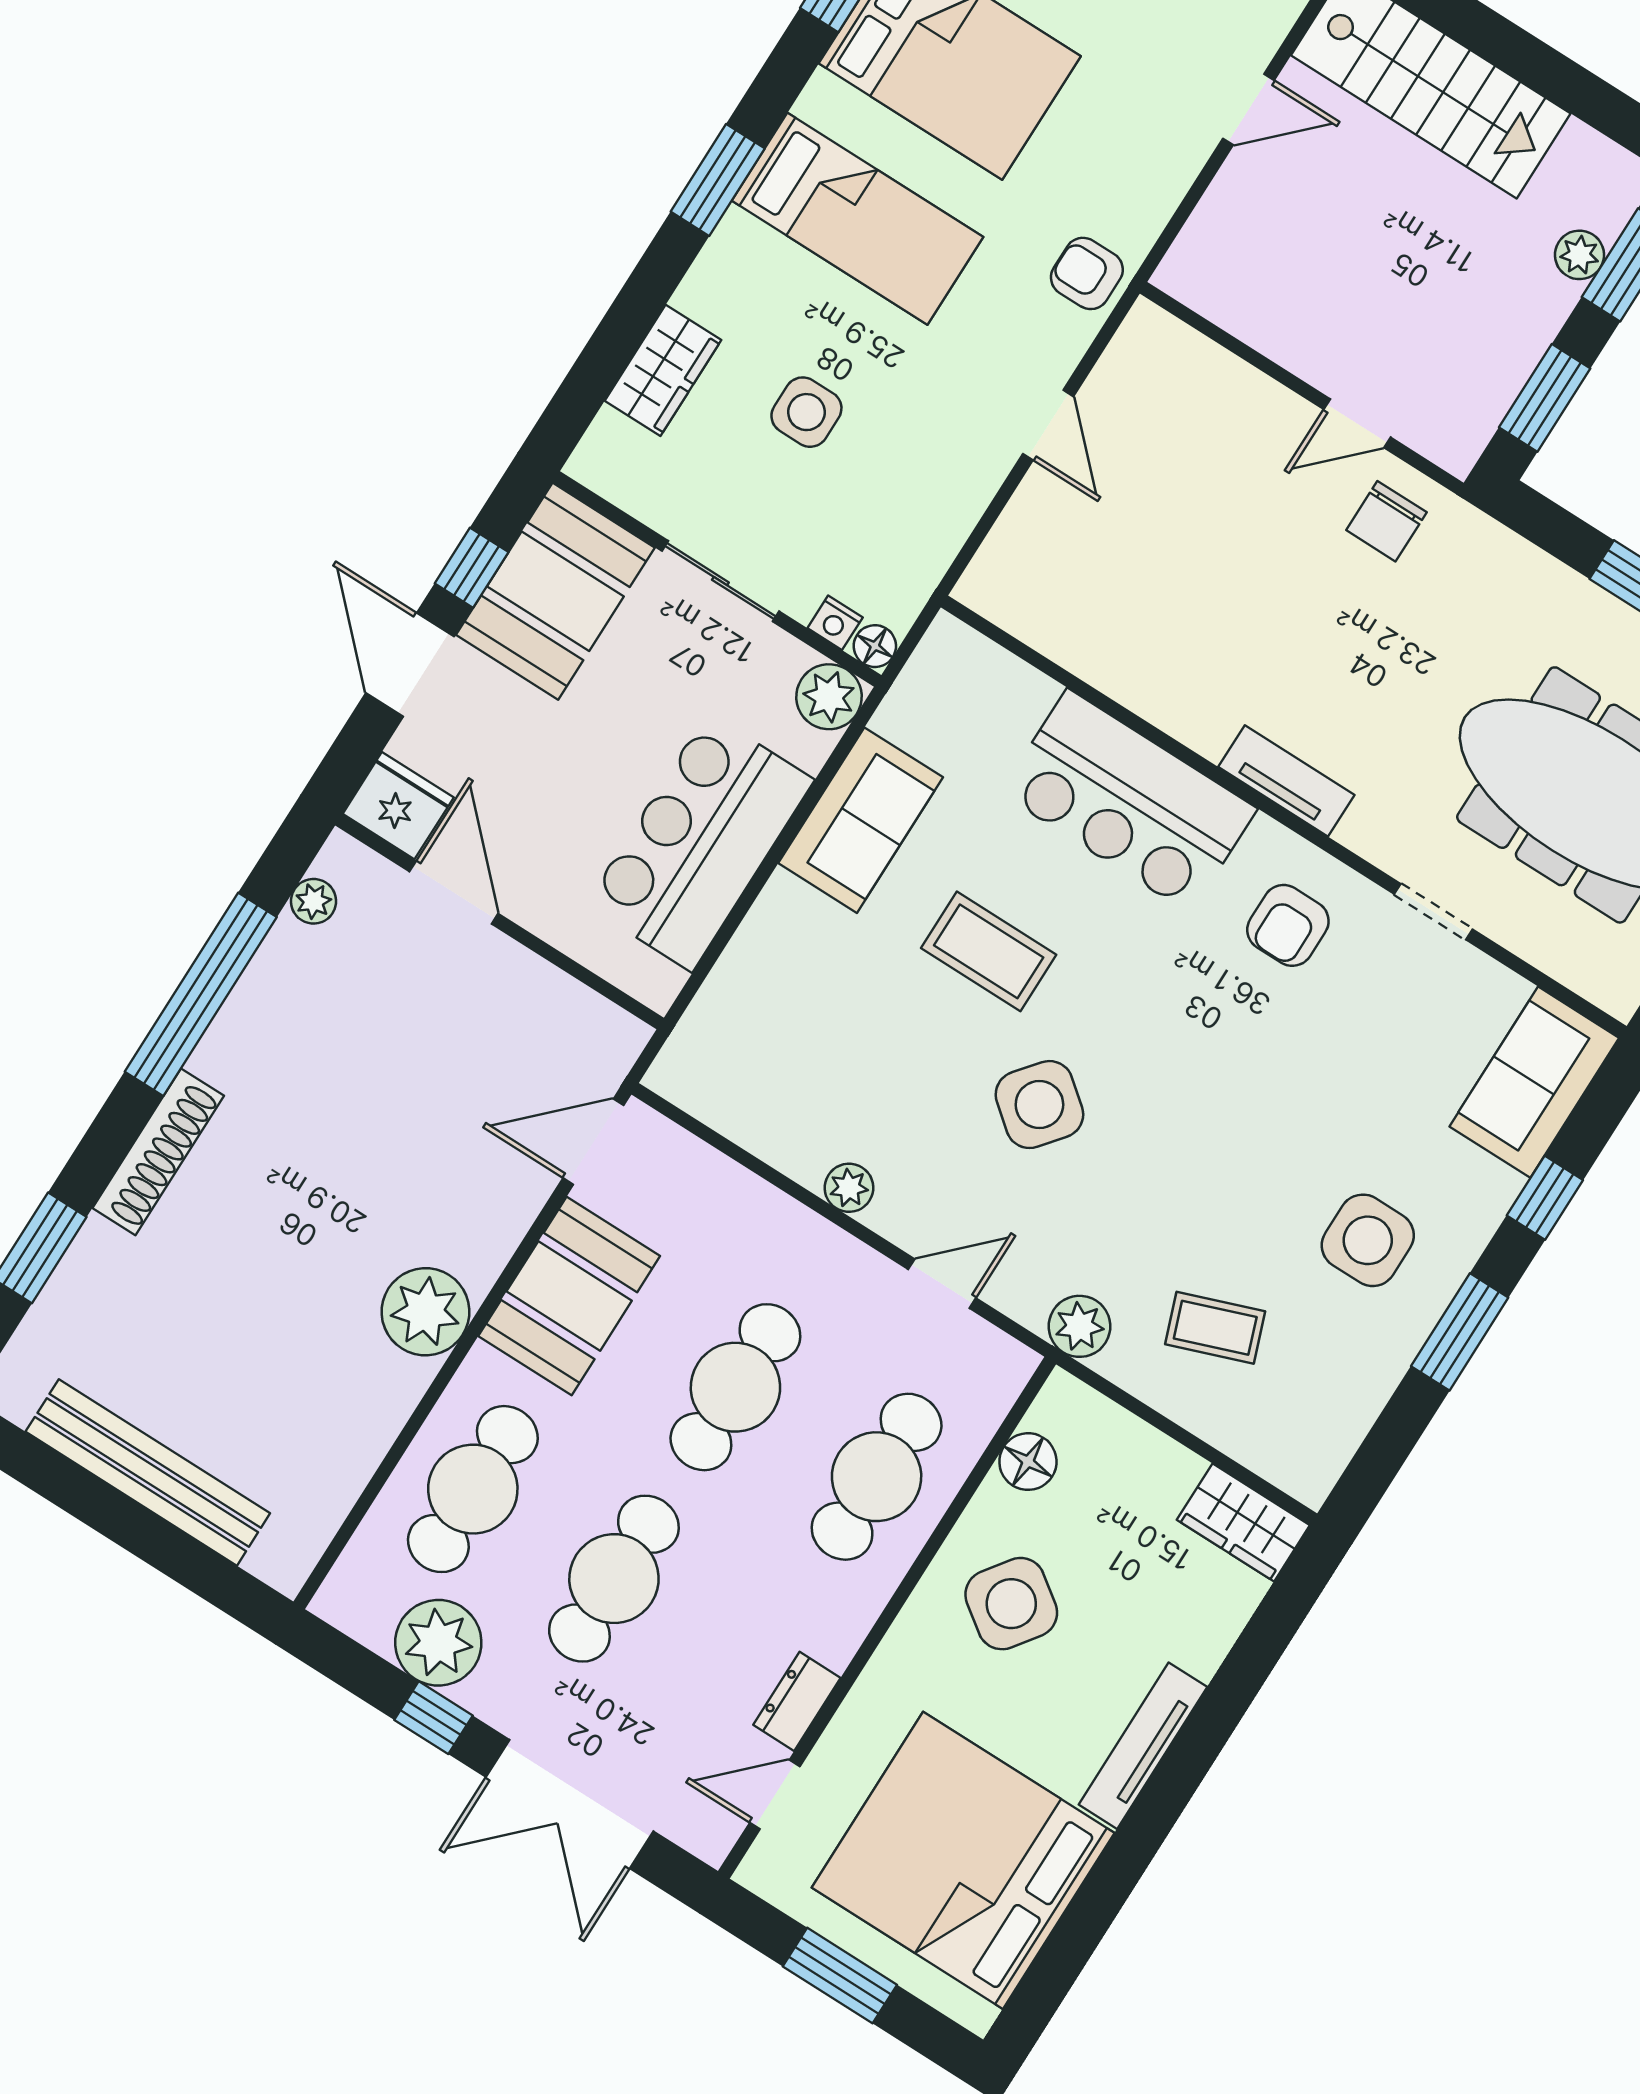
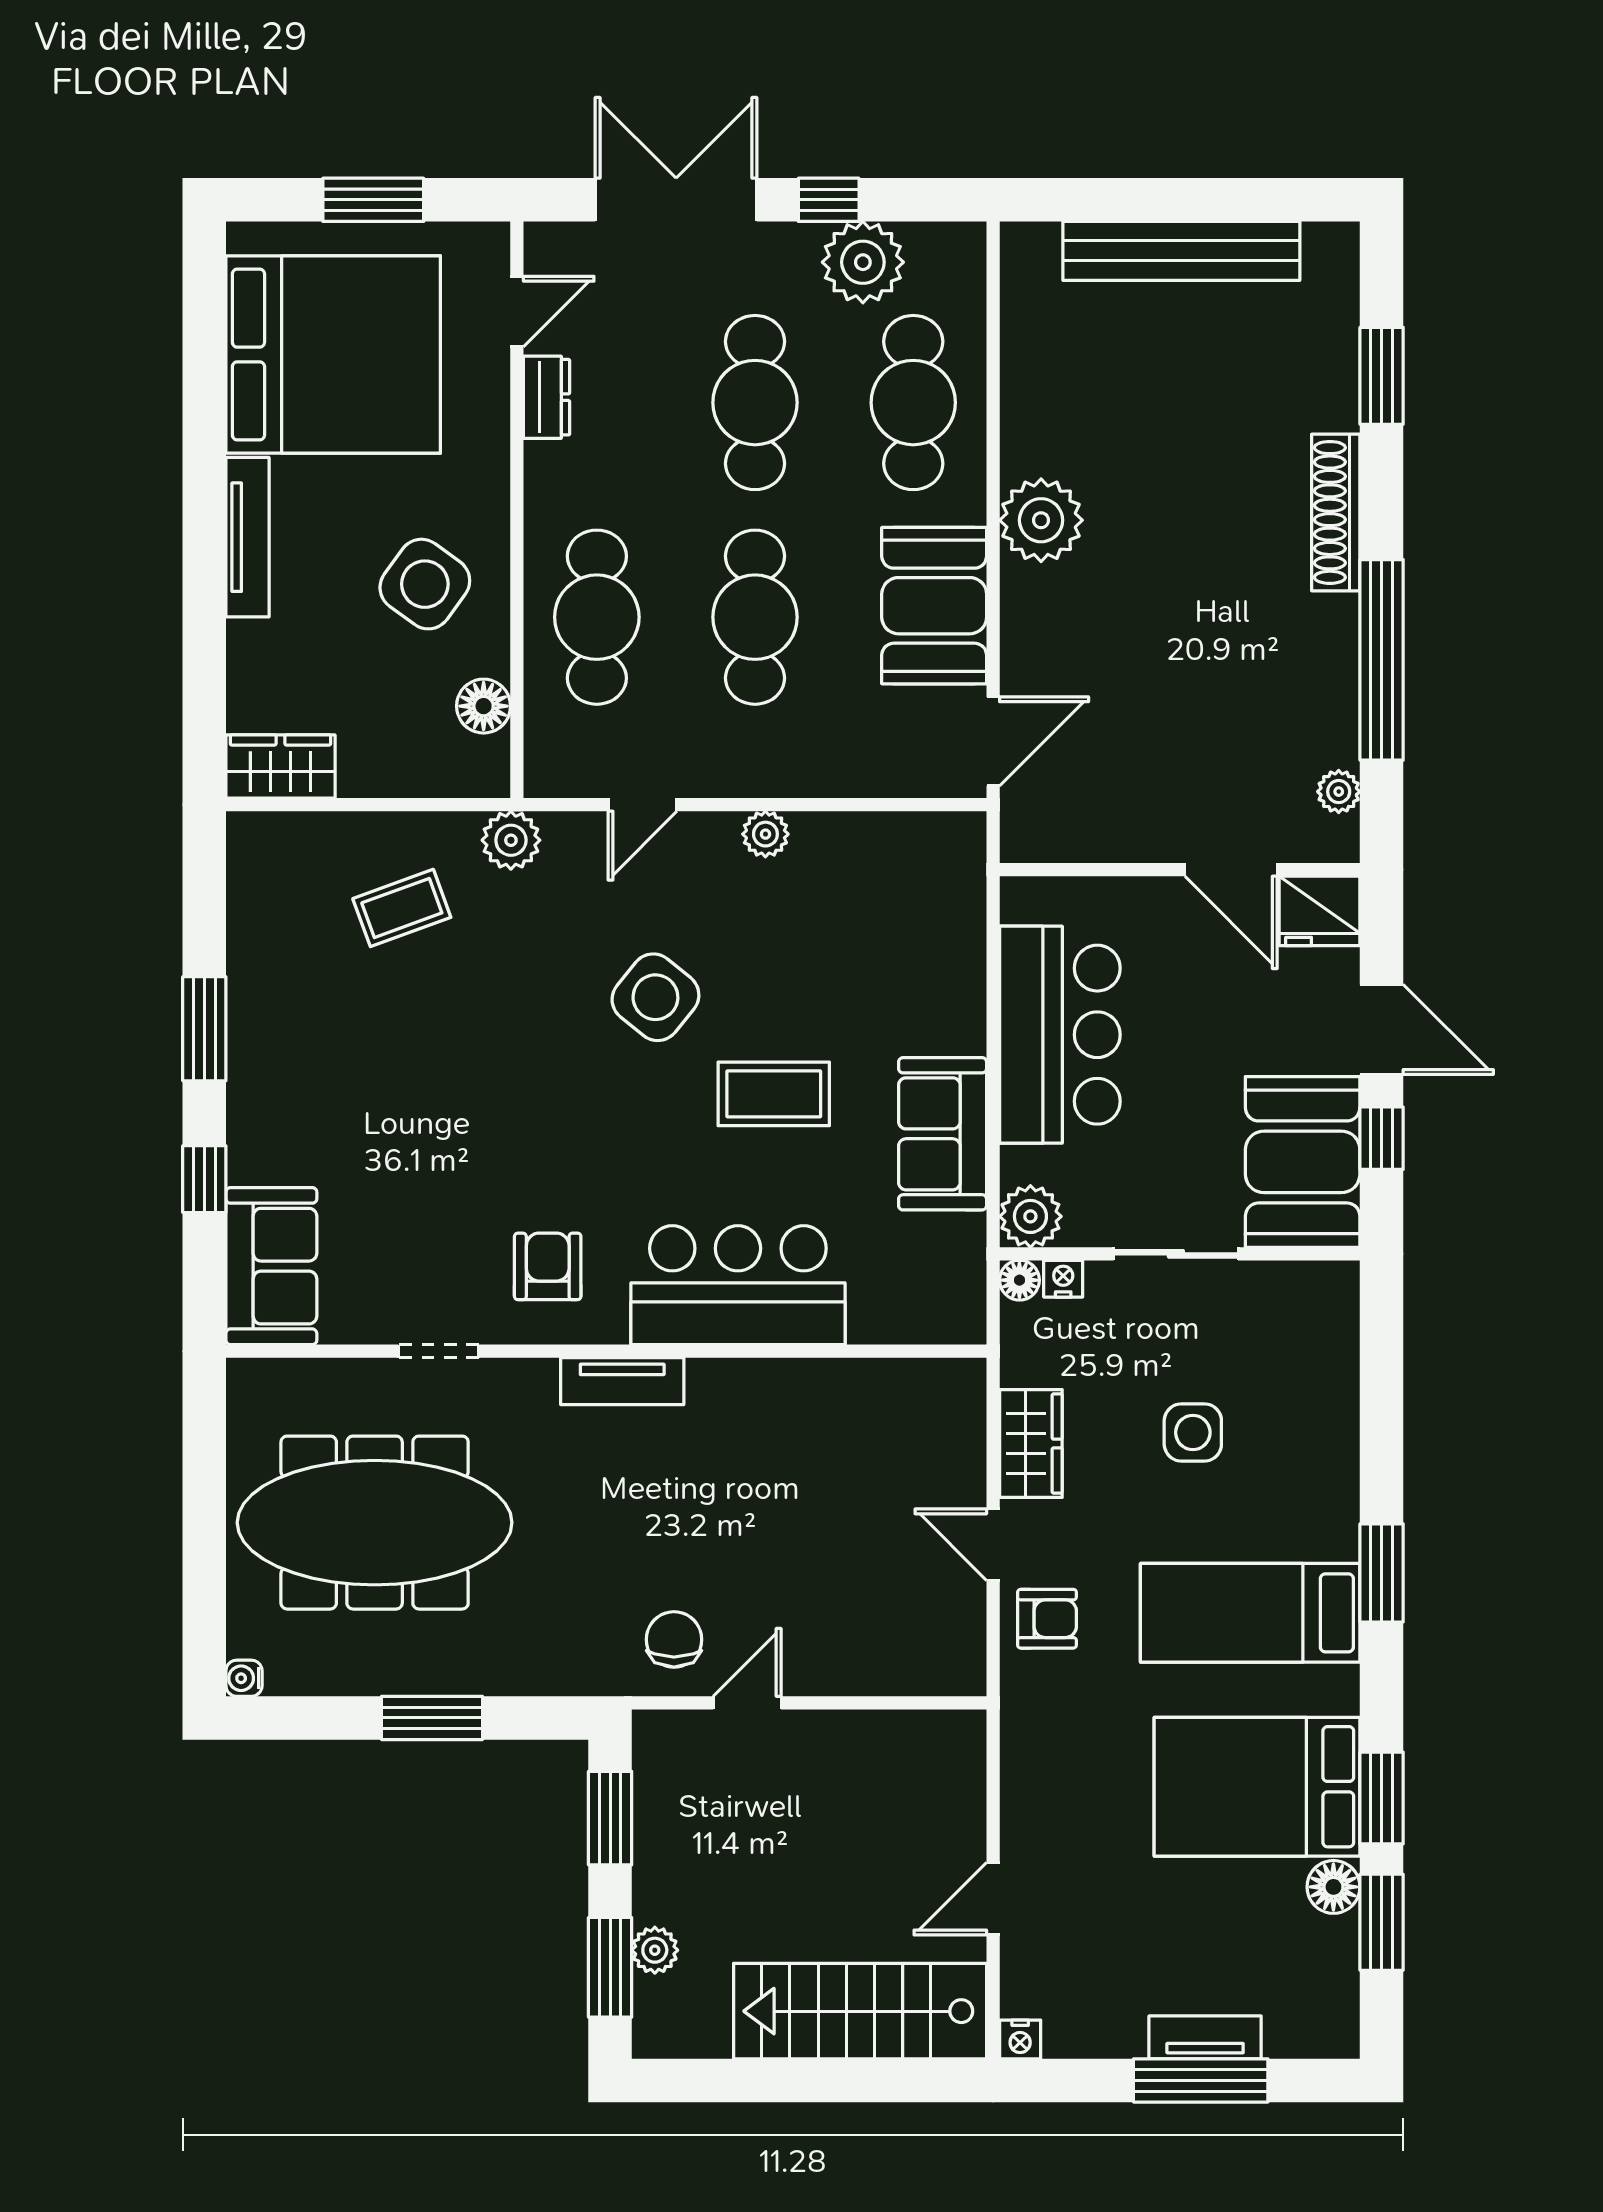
armchair: (1087, 273) -> (1047, 1619), moved
wardrobe: (663, 370) -> (1031, 1444), moved, turned 180
side table: (1368, 1240) -> (324, 1055), removed

